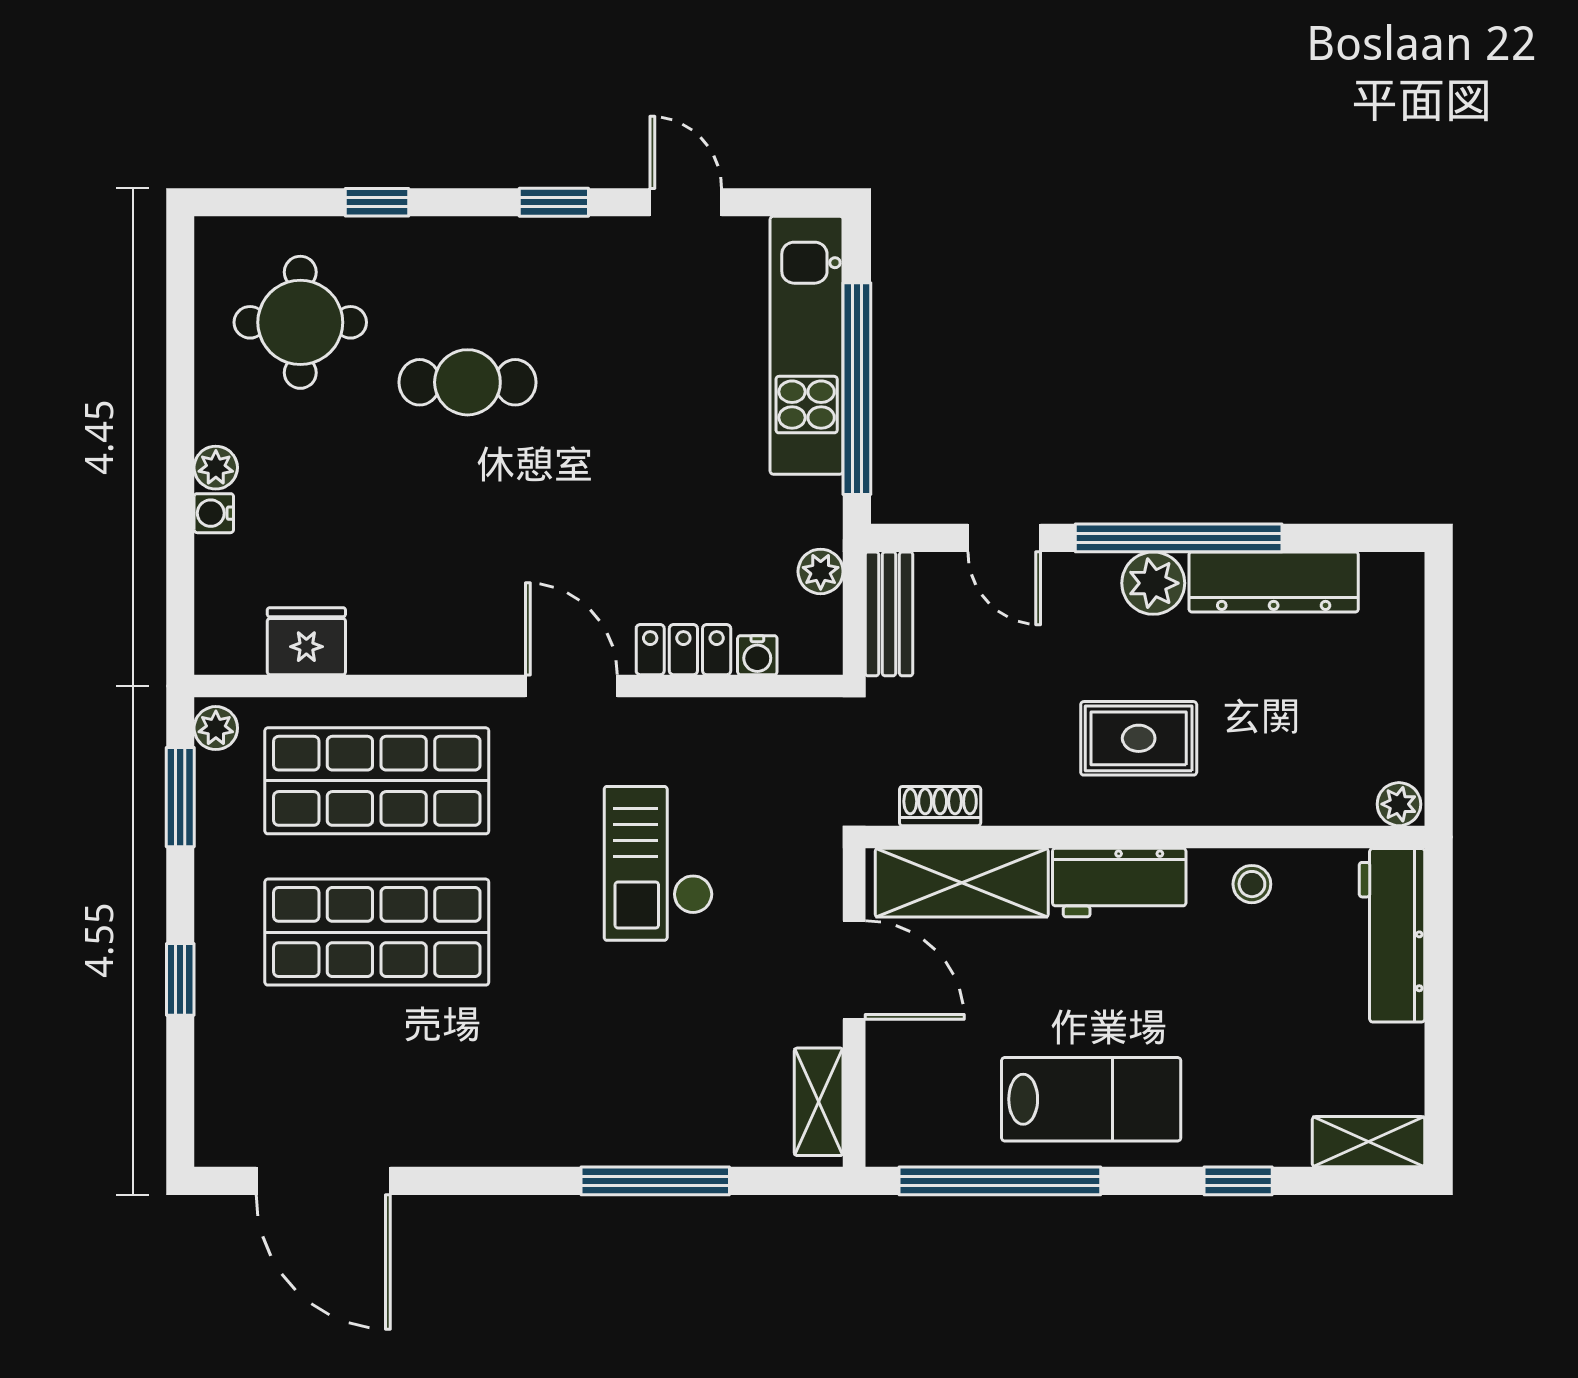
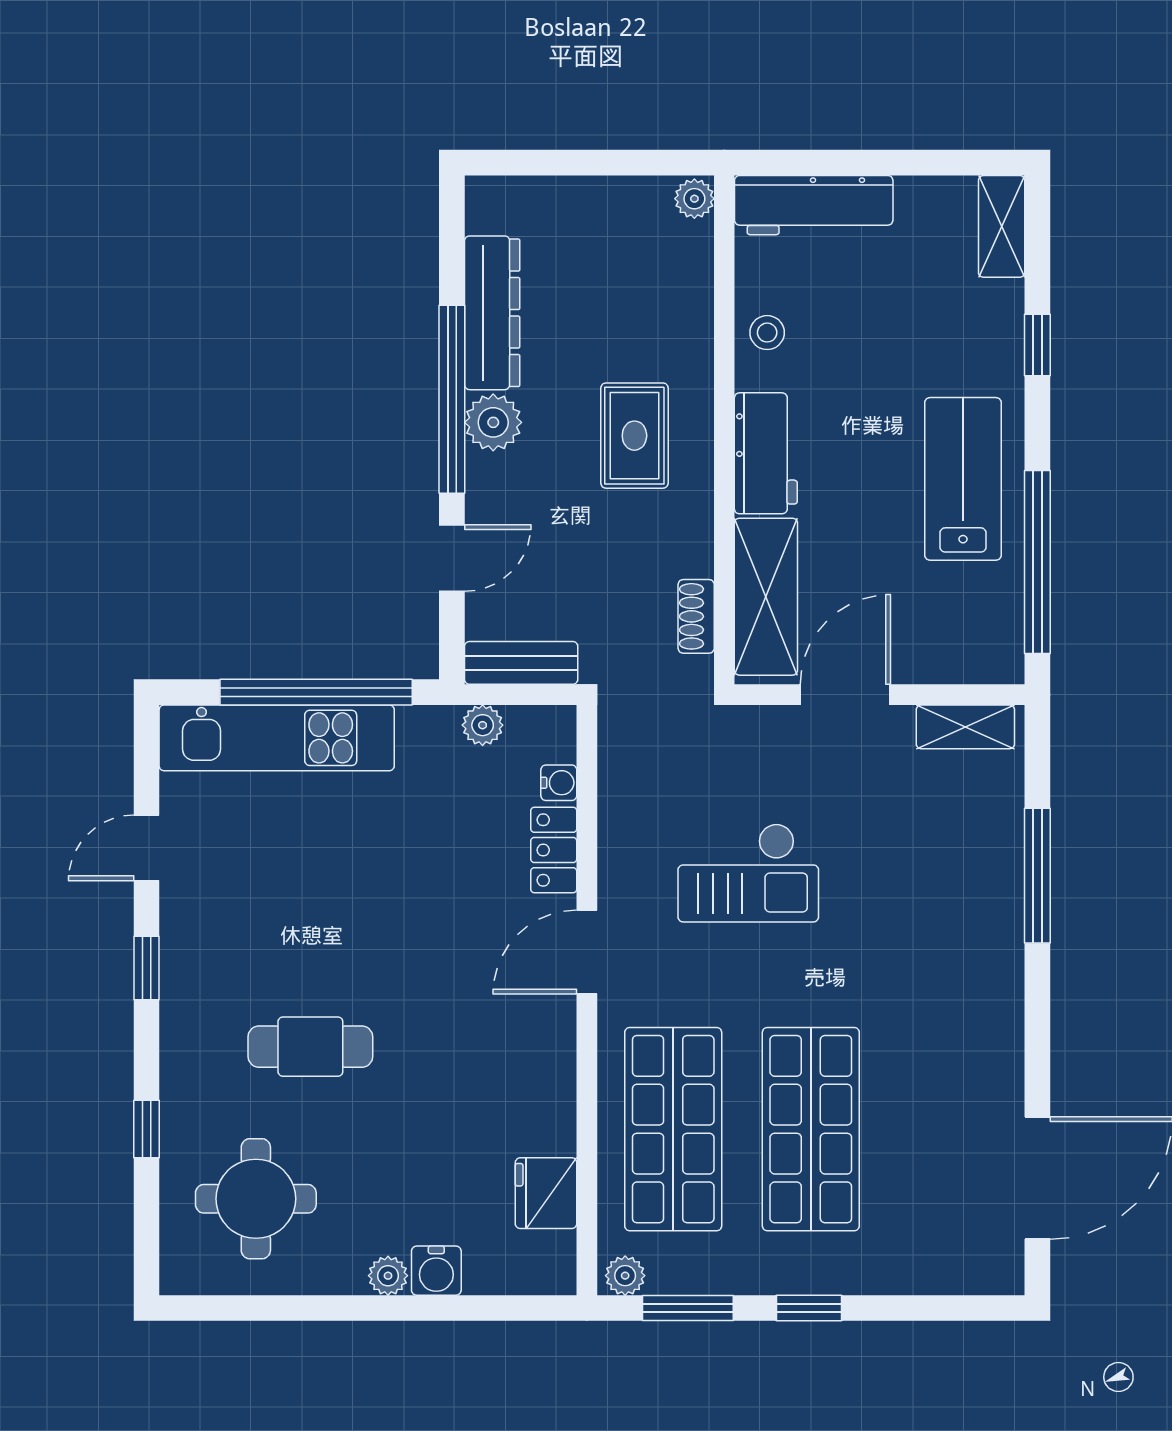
cafe table: (467, 382) -> (310, 1047), turned 90
water cooler: (214, 513) -> (436, 1271), width x1.38, depth x1.38
window: (180, 979) -> (809, 1308), moved

